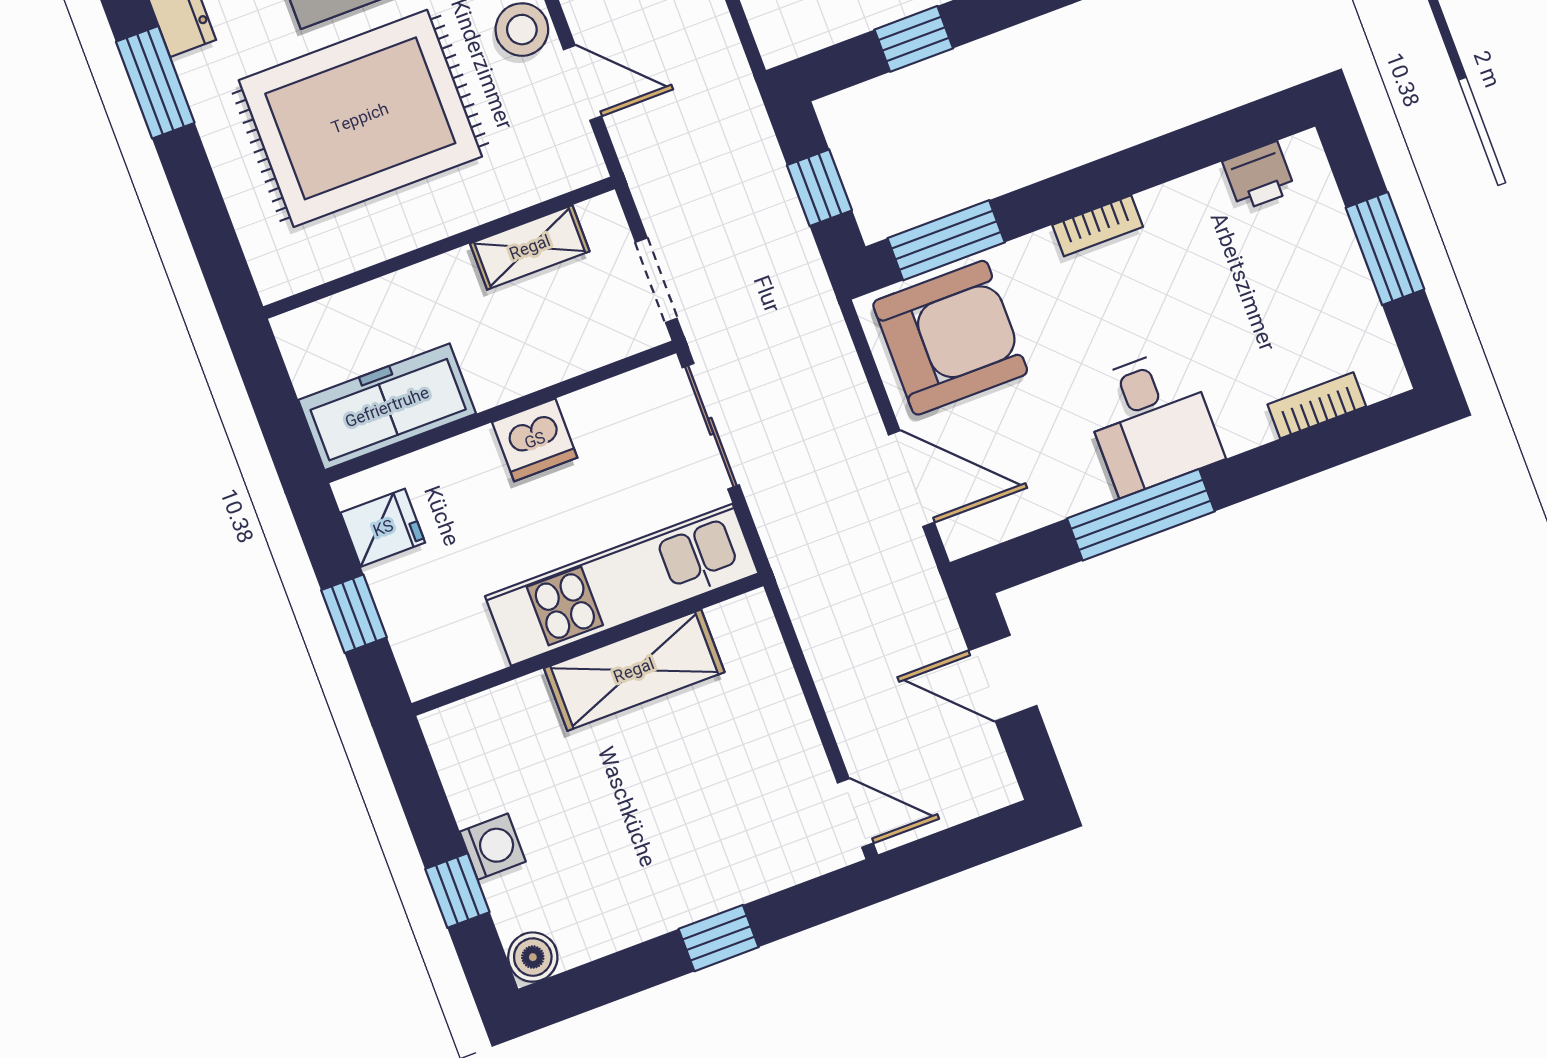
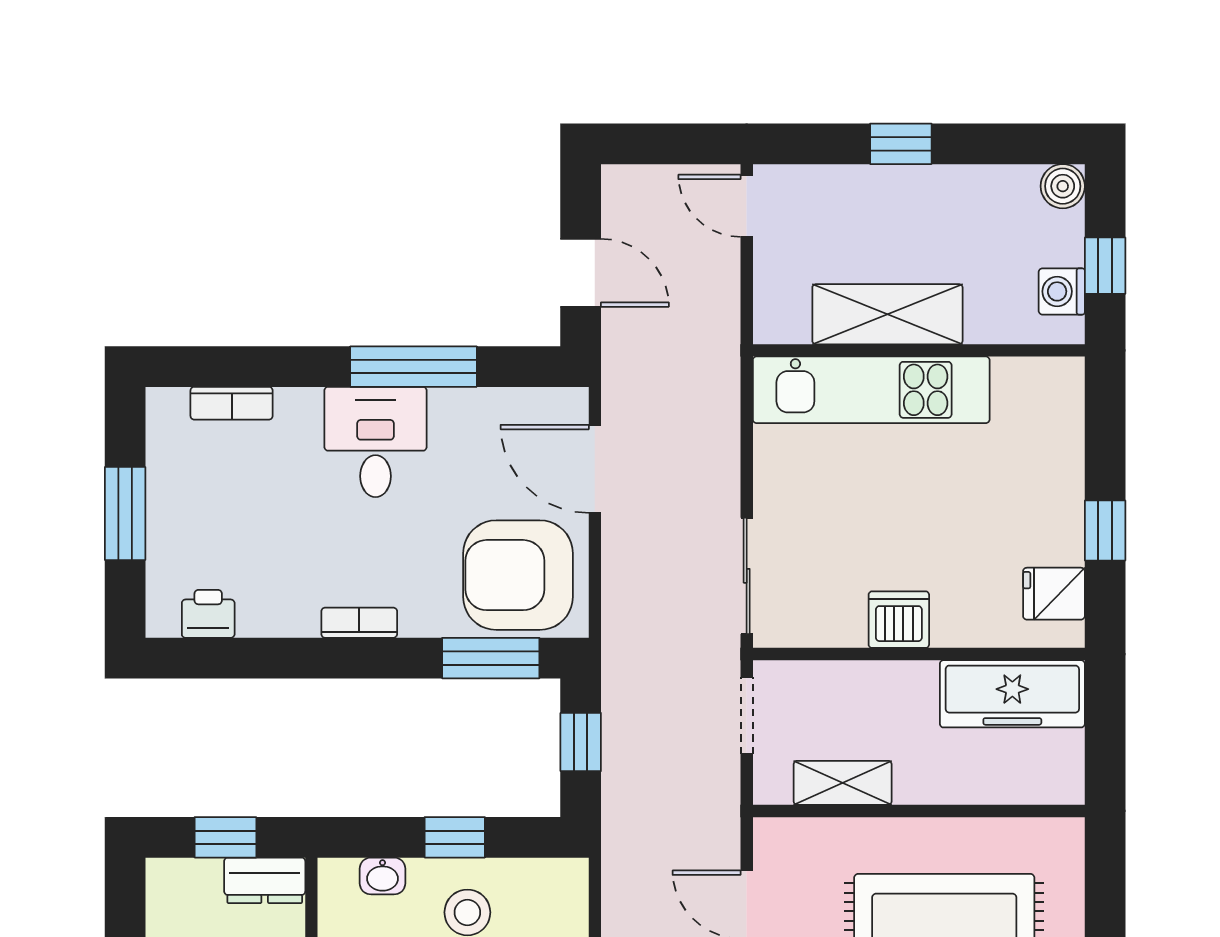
kitchen unit: (622, 585) -> (871, 390), moved
wall: (587, 645) -> (919, 350), moved
shelving: (634, 670) -> (887, 314), moved

